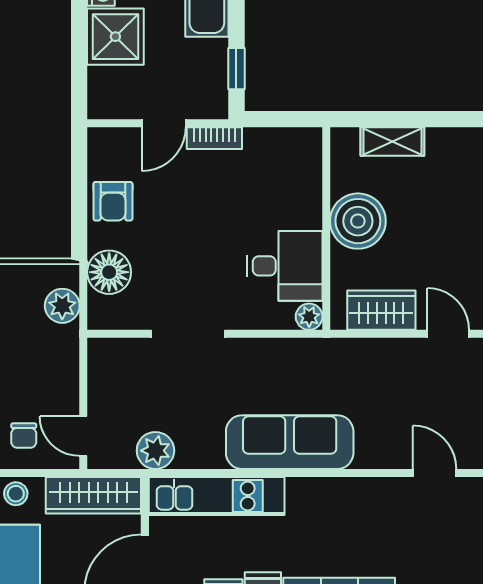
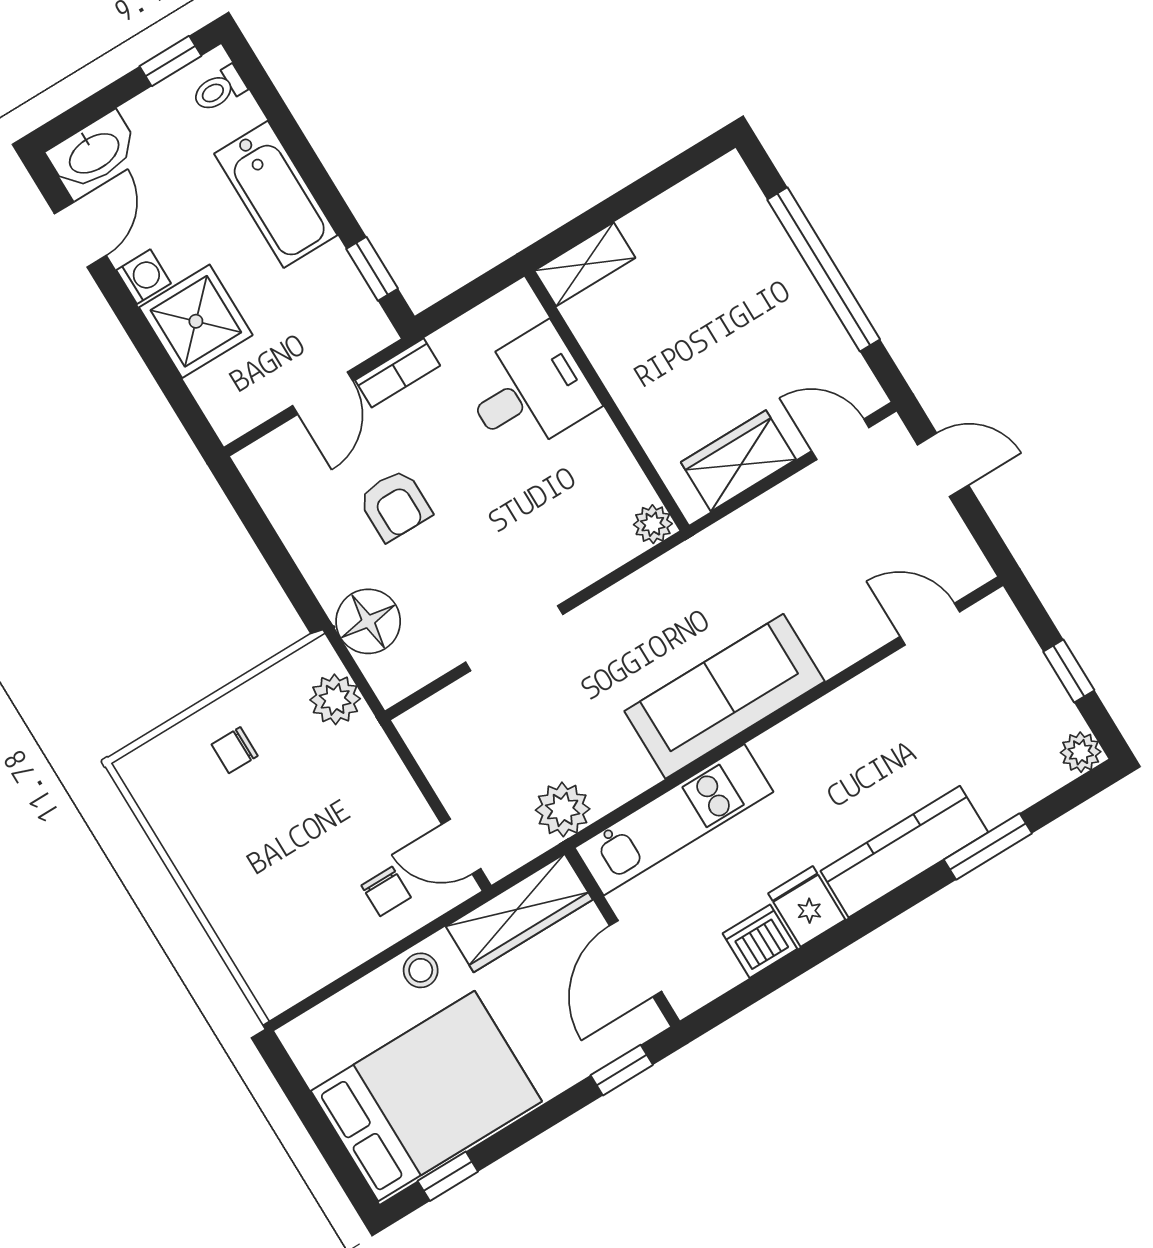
shelving: (392, 142) -> (585, 264), moved
armchair: (113, 201) -> (395, 505), moved
boiler: (358, 221) -> (641, 367), removed
desk: (285, 266) -> (529, 391), moved

